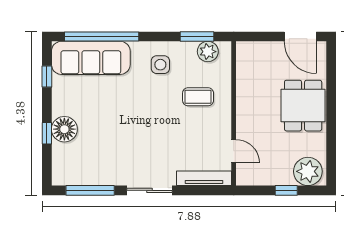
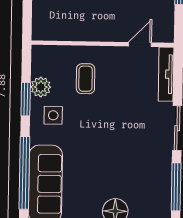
window: (197, 37) -> (26, 99), moved
plant: (208, 52) -> (41, 87), moved

